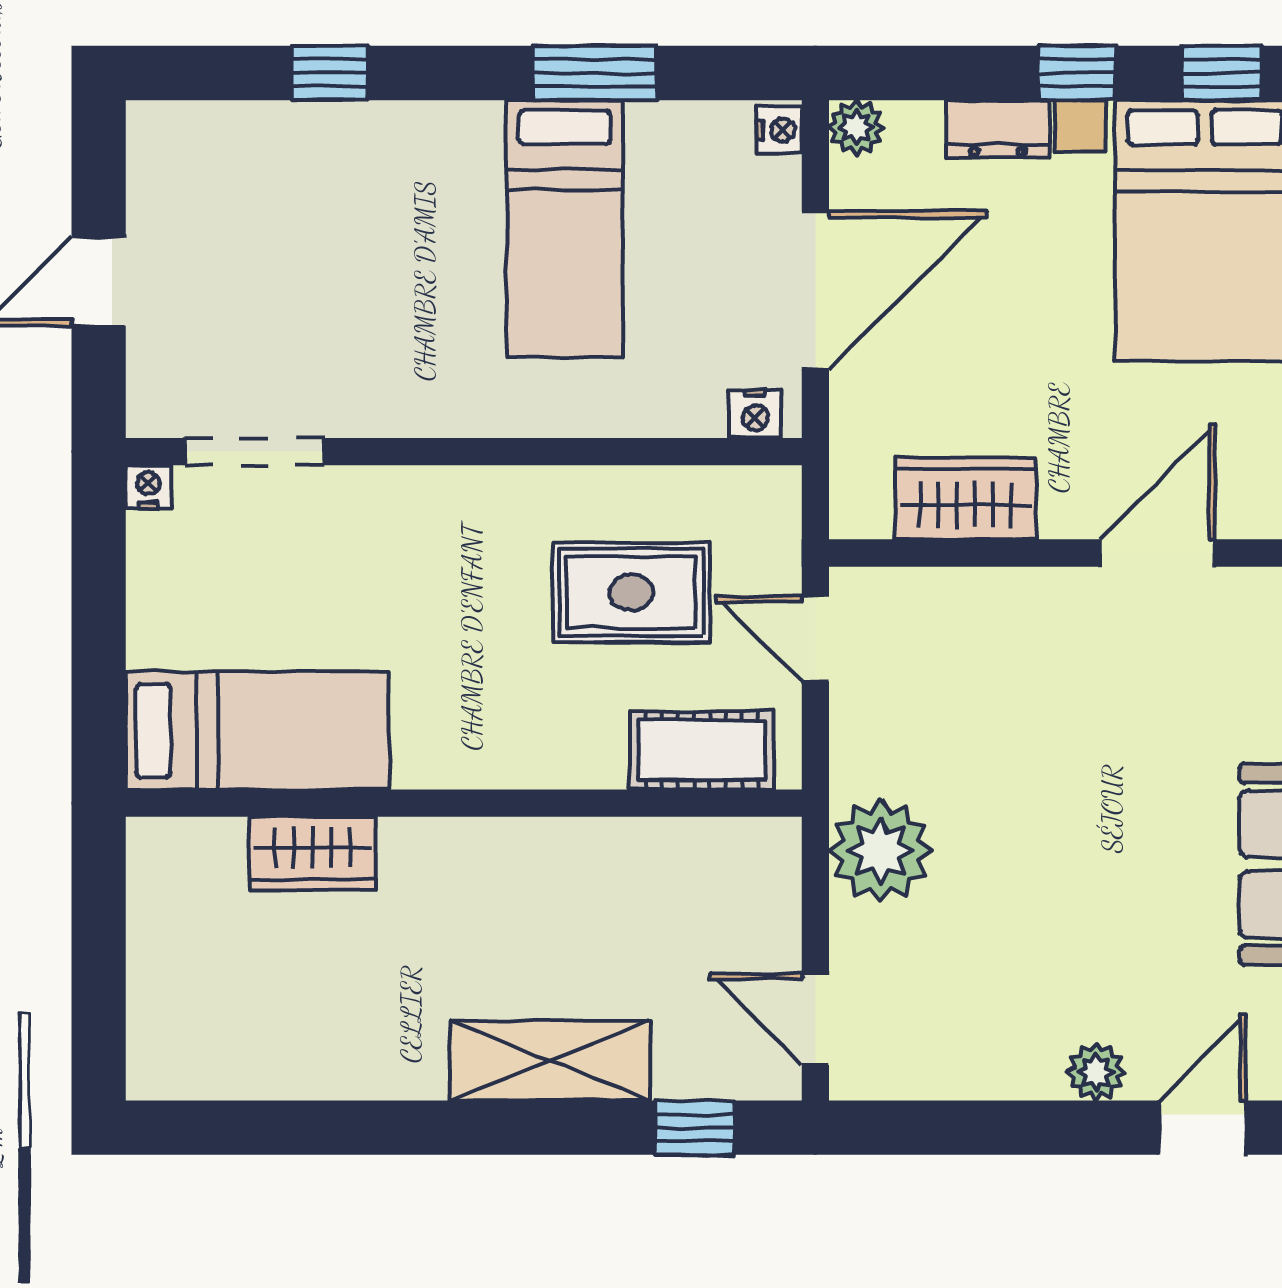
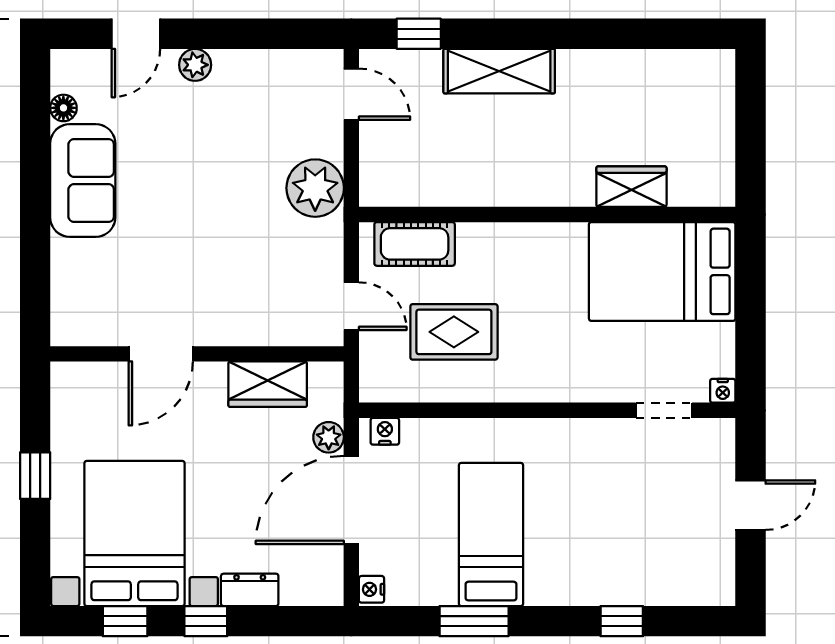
plant: (856, 127) -> (329, 437), moved
doorway: (254, 452) -> (664, 410), width x0.73
bed: (257, 730) -> (662, 271), width x1.50

